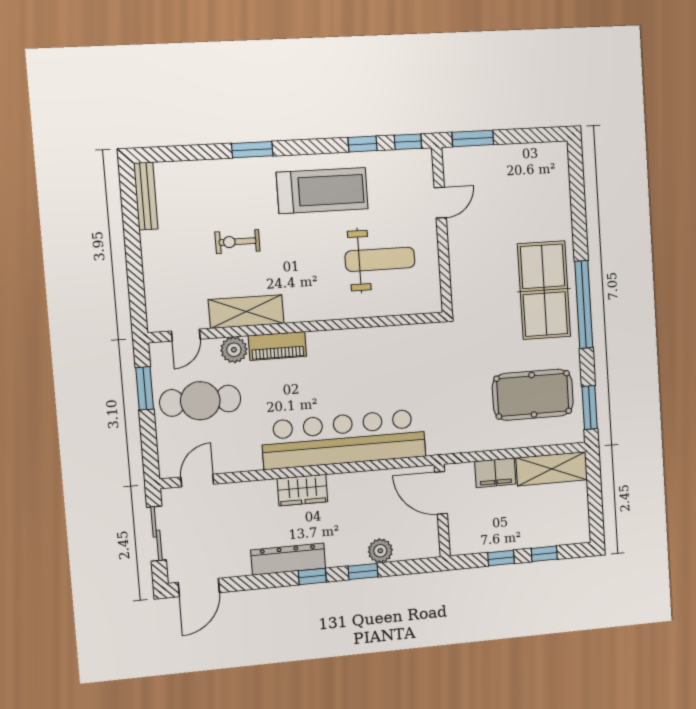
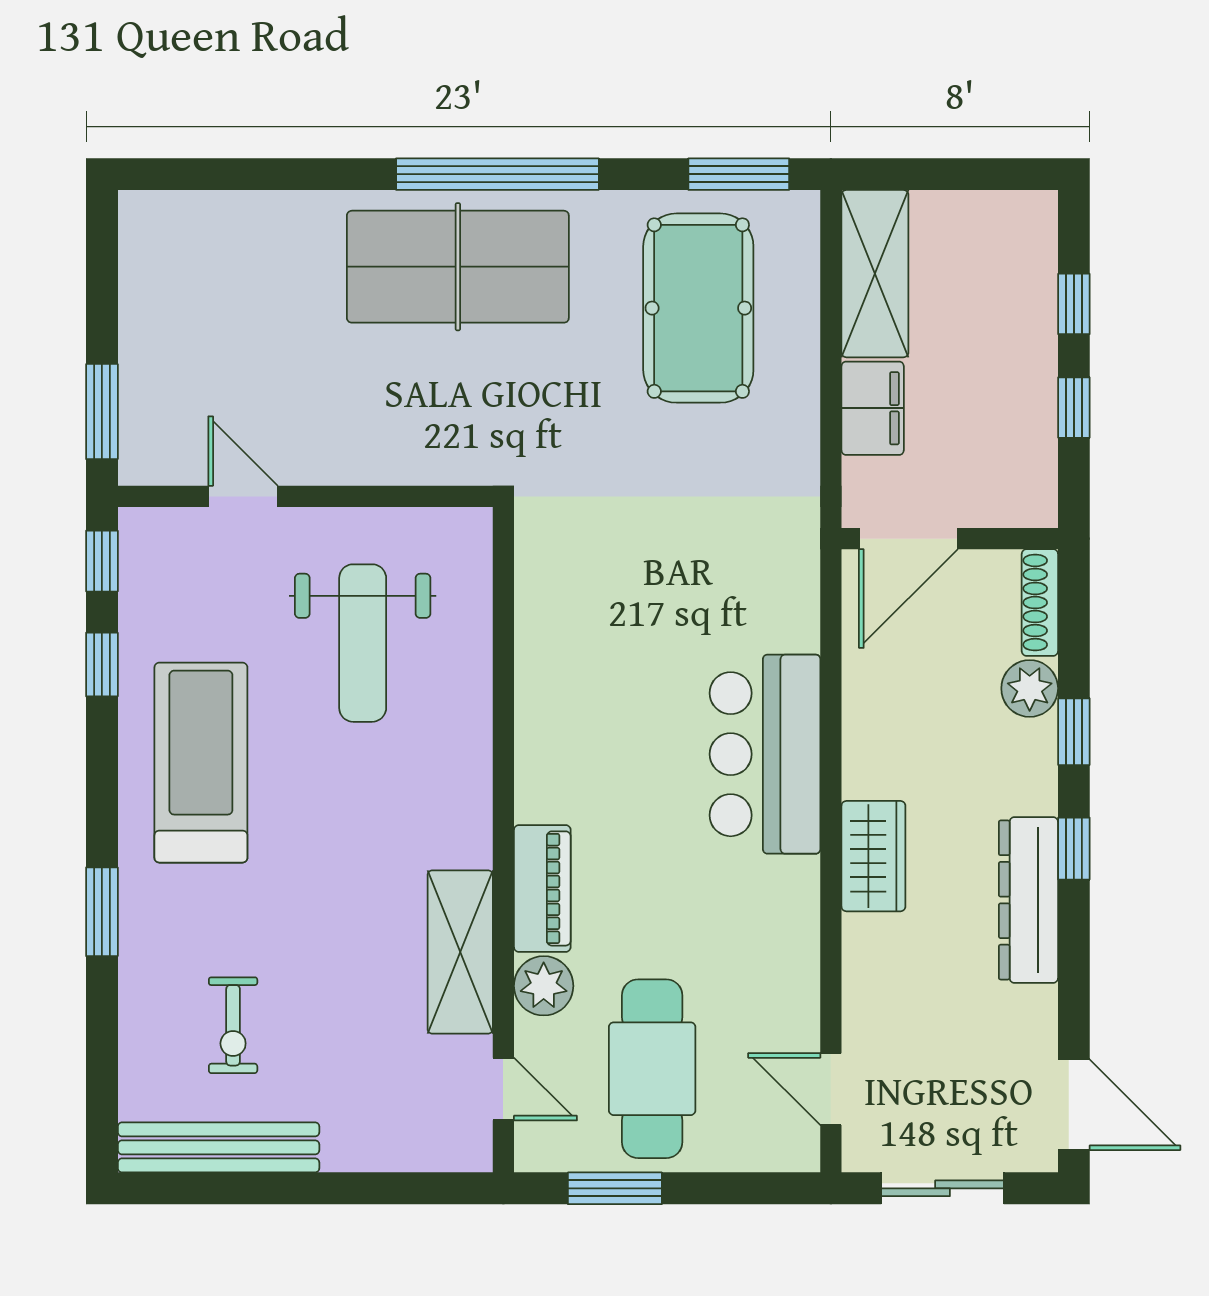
bench: (146, 196) -> (219, 1147), width x1.37, depth x1.21
exercise bike: (238, 242) -> (233, 1025), moved
weight bench: (380, 259) -> (363, 643), turned 180
bar counter: (344, 439) -> (765, 754), width x0.54
shoe rack: (418, 552) -> (1040, 603), added

